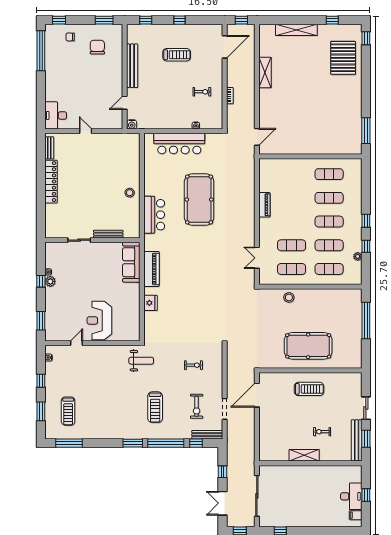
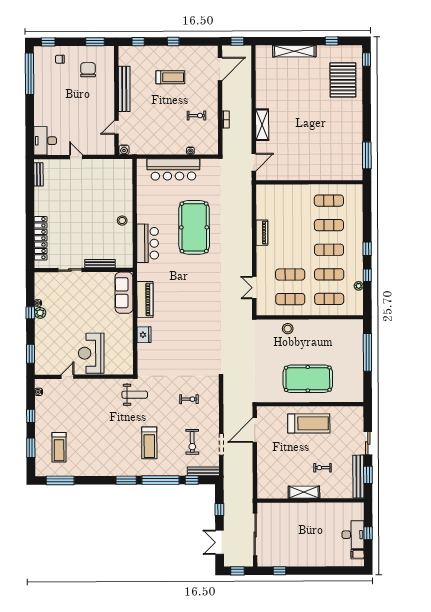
shelving: (265, 72) -> (262, 125), moved
locker: (51, 182) -> (41, 238), moved
treadmill: (309, 389) -> (309, 423), width x1.37, depth x1.38

